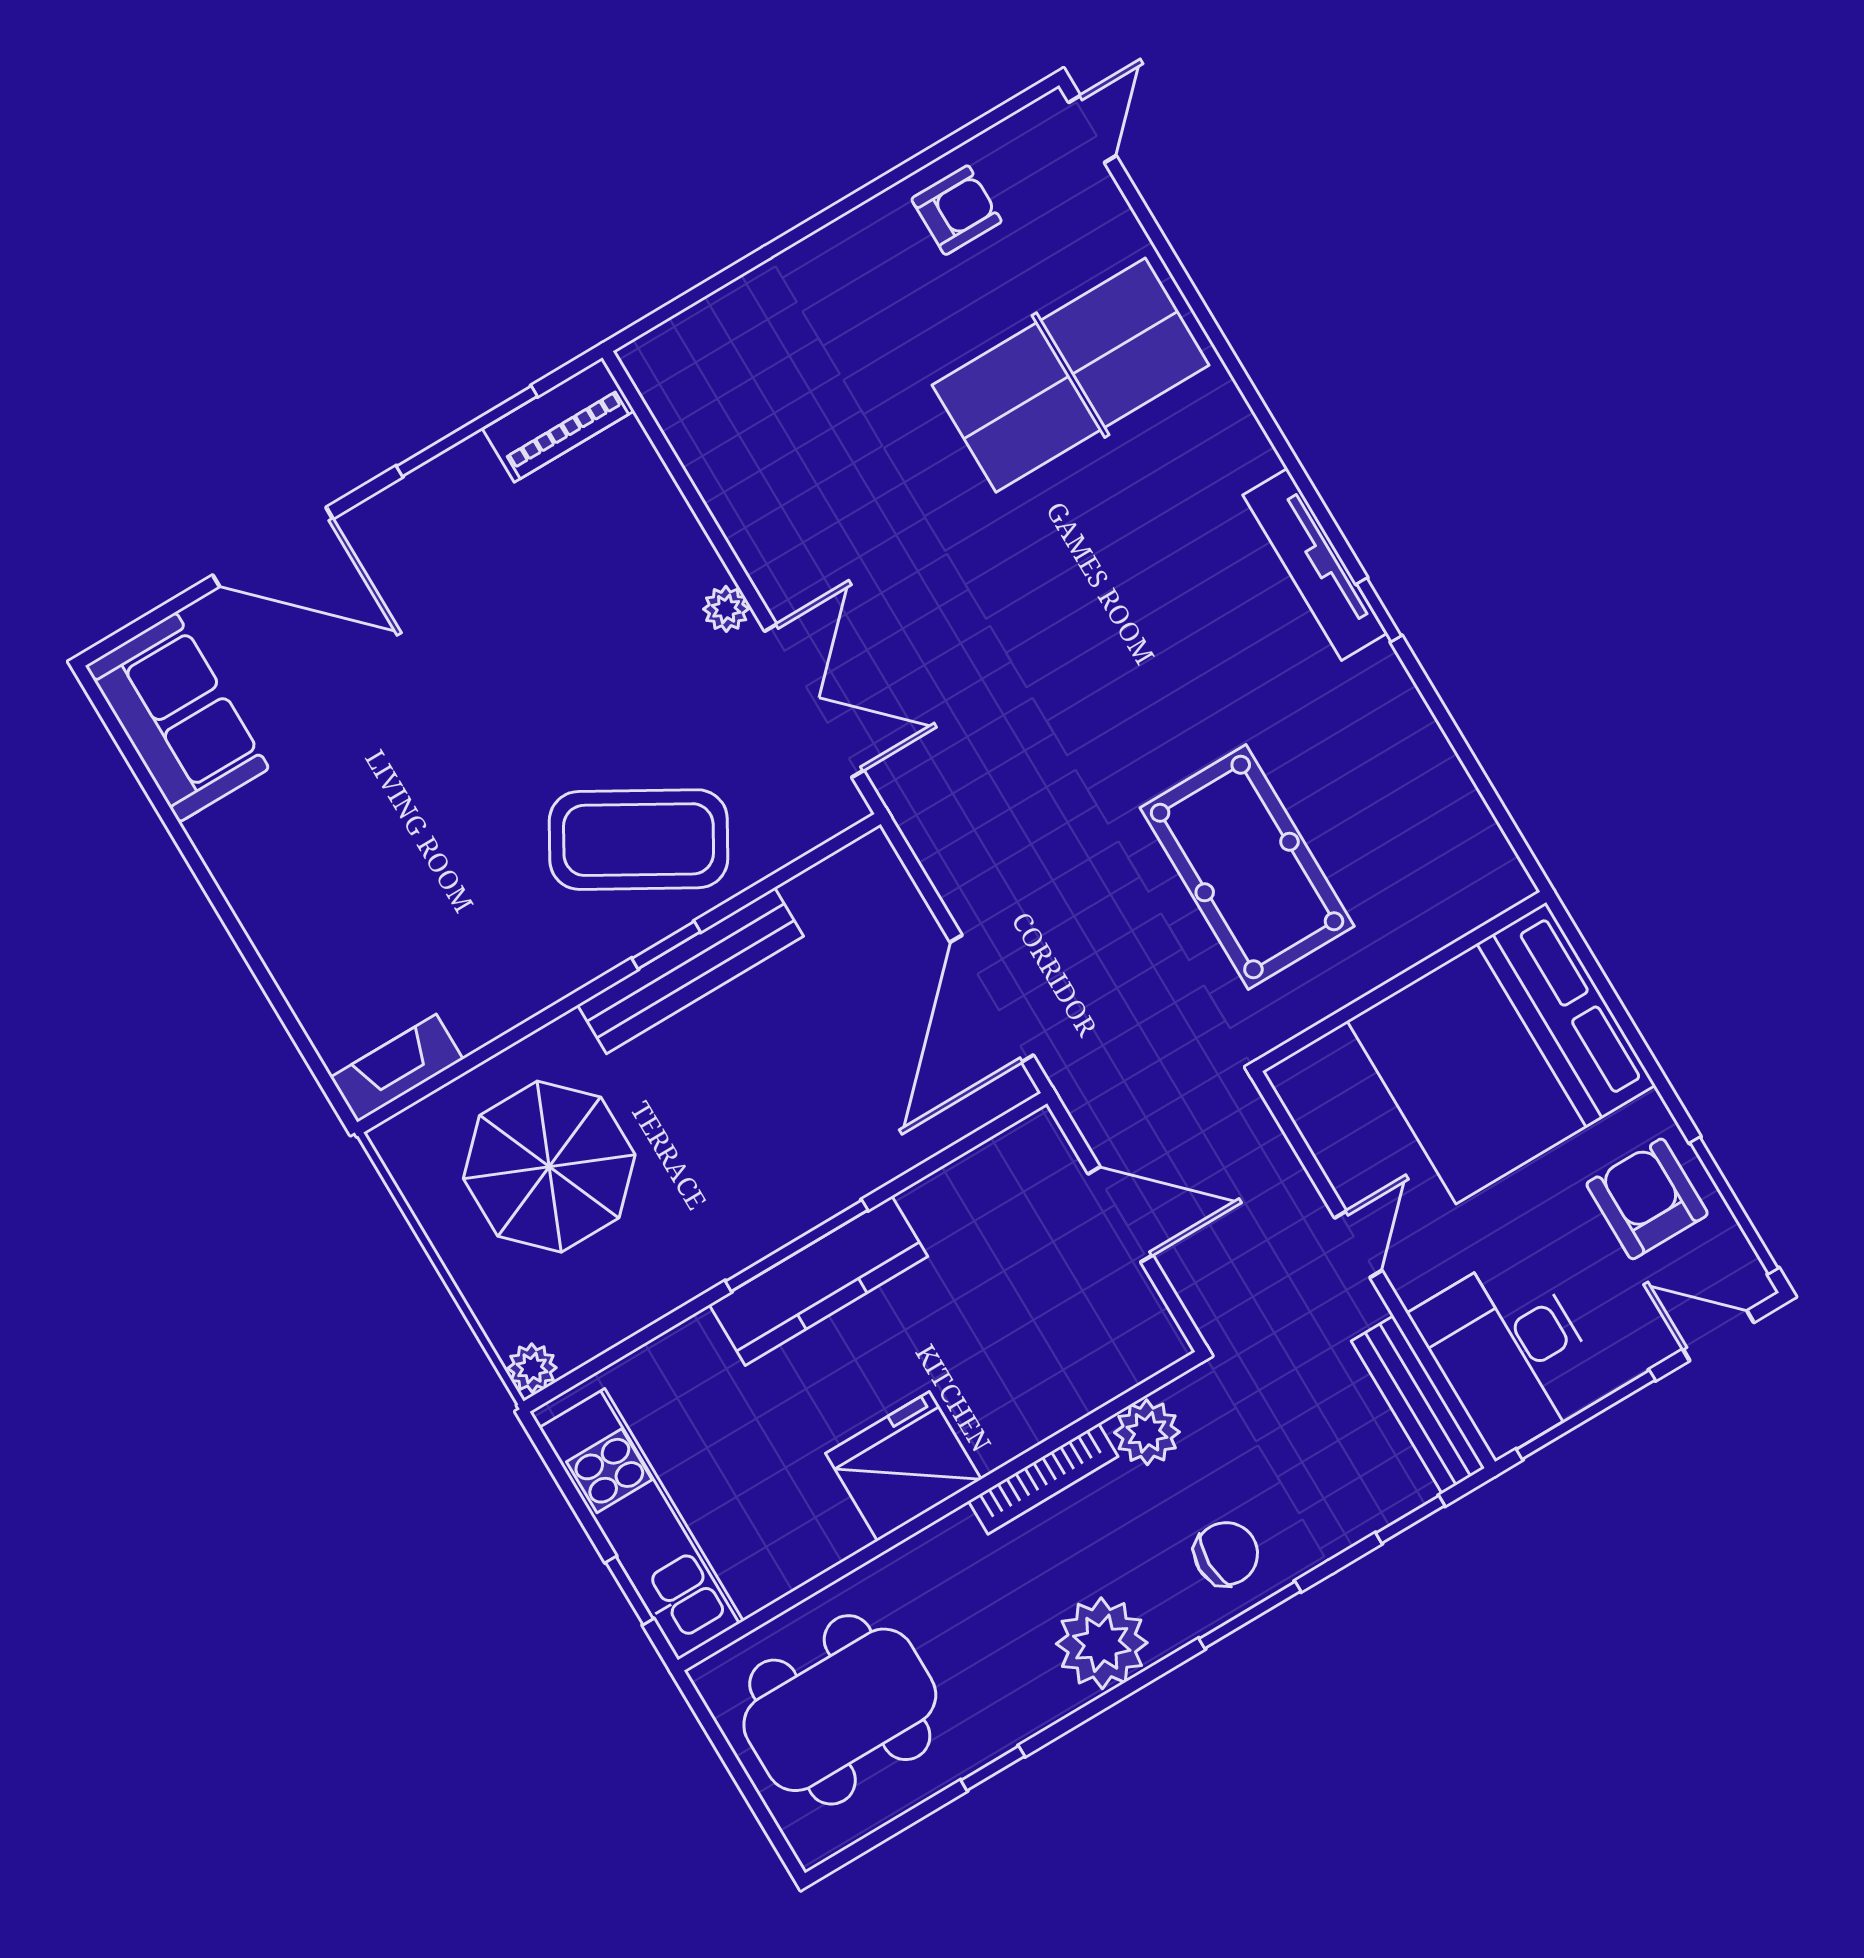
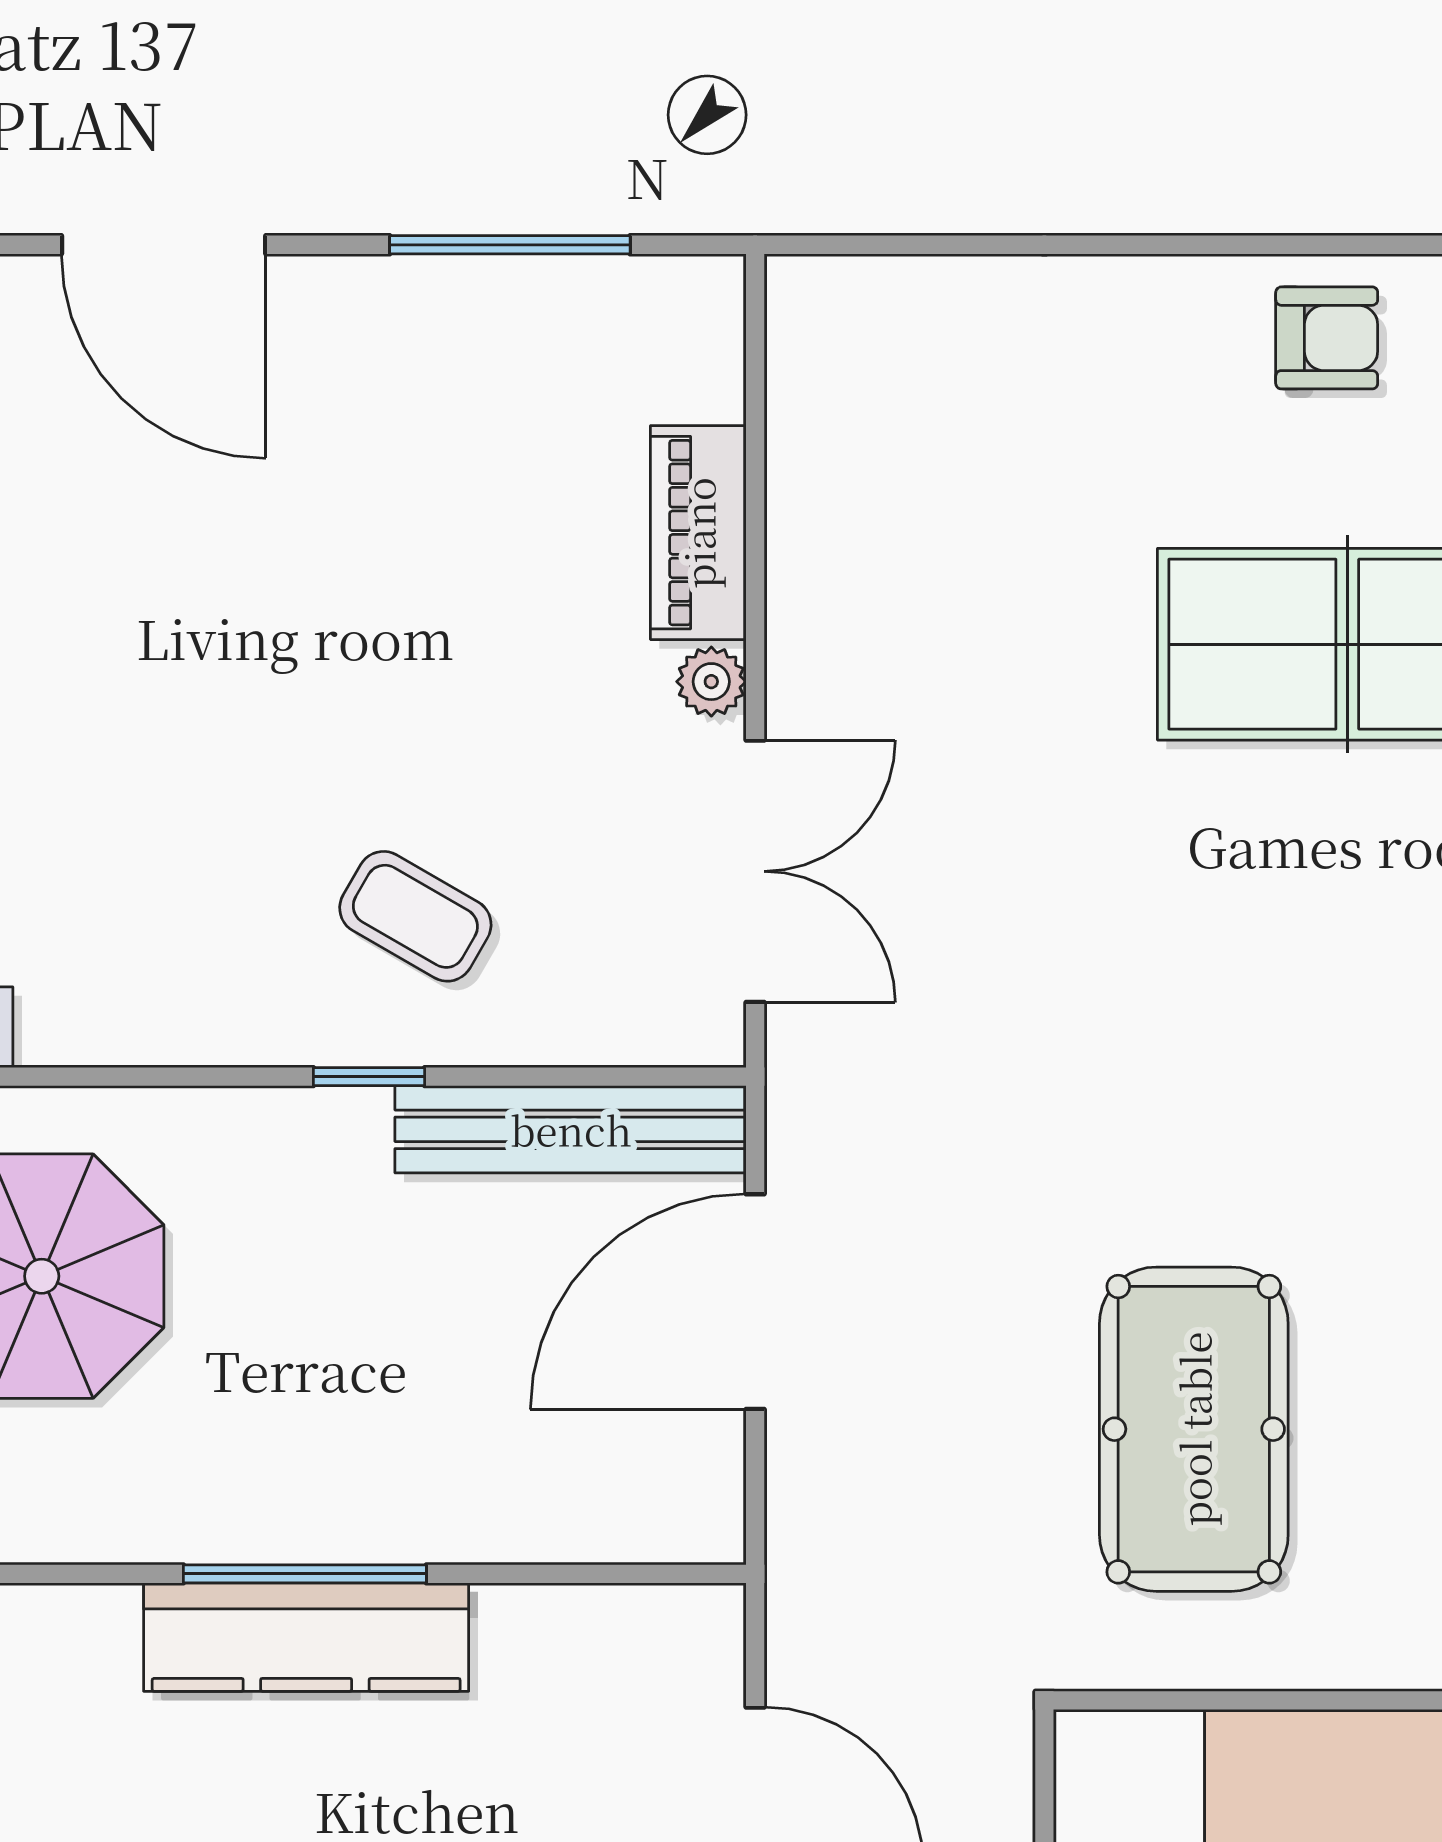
piano: (558, 420) -> (698, 533), moved, turned 90
coffee table: (639, 840) -> (415, 916), width x0.54, depth x0.58
bench: (691, 971) -> (571, 1129), moved
door: (992, 999) -> (755, 1302), moved

